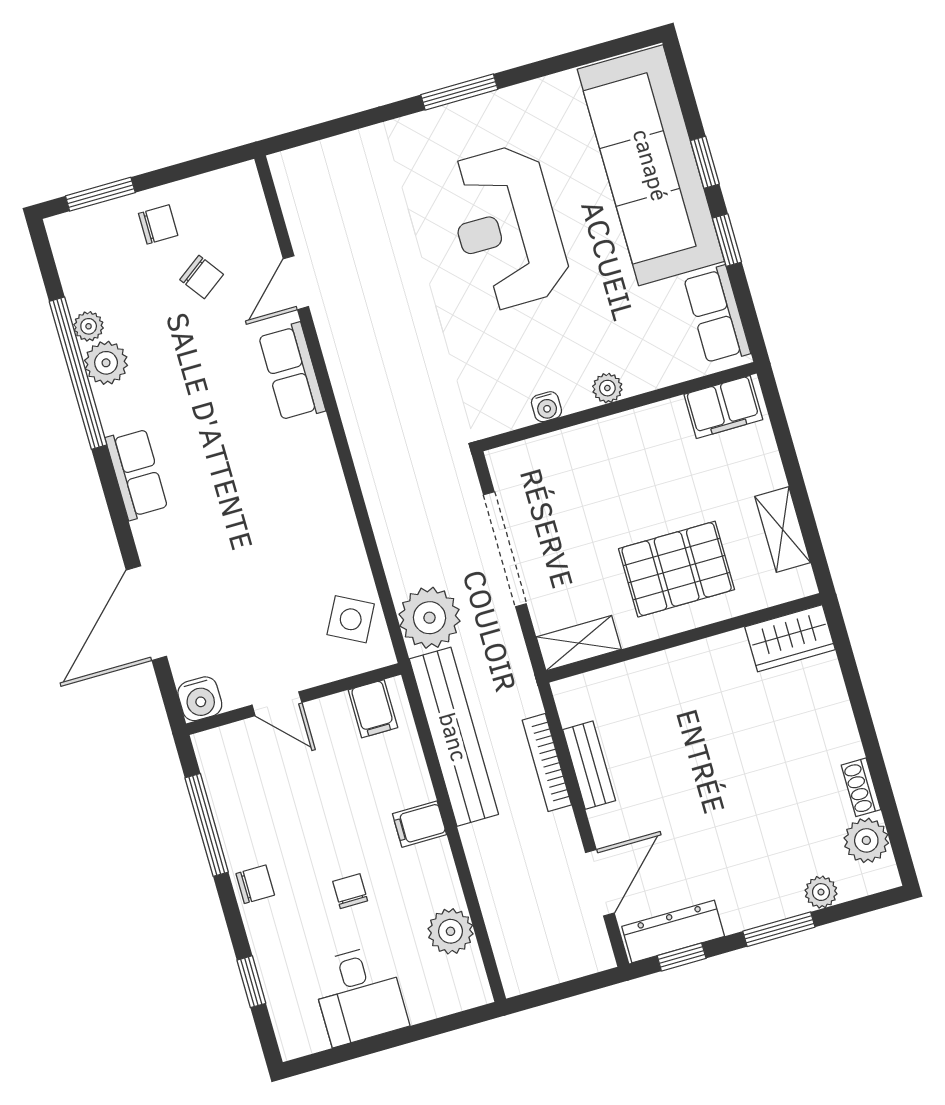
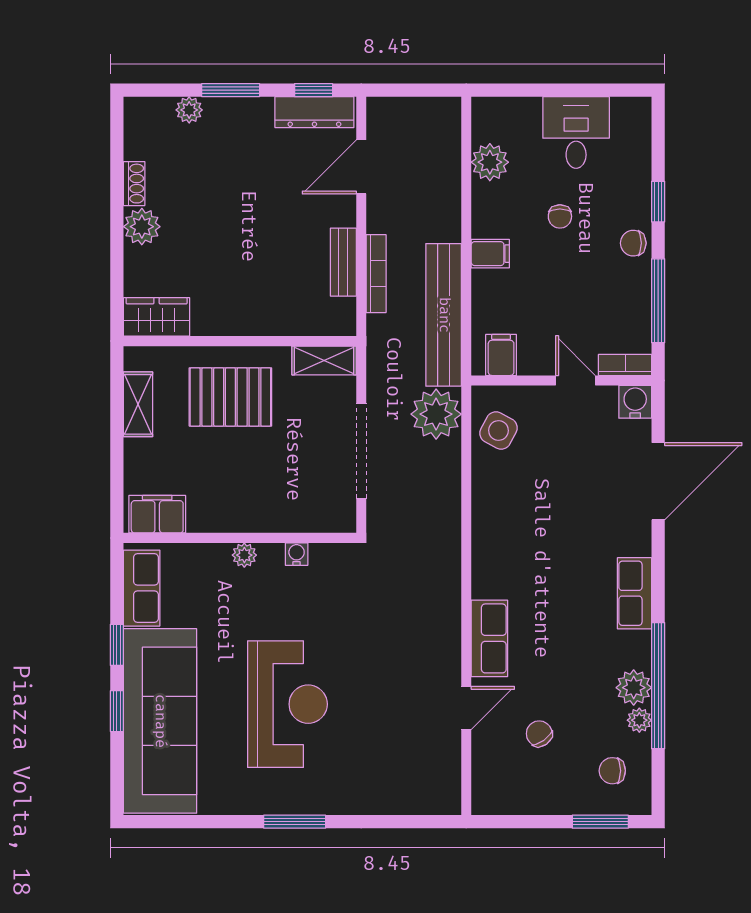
chair: (158, 224) -> (612, 771), moved
bookcase: (224, 739) -> (625, 365), added
plant: (866, 840) -> (142, 227), moved
window: (251, 982) -> (658, 202), moved

